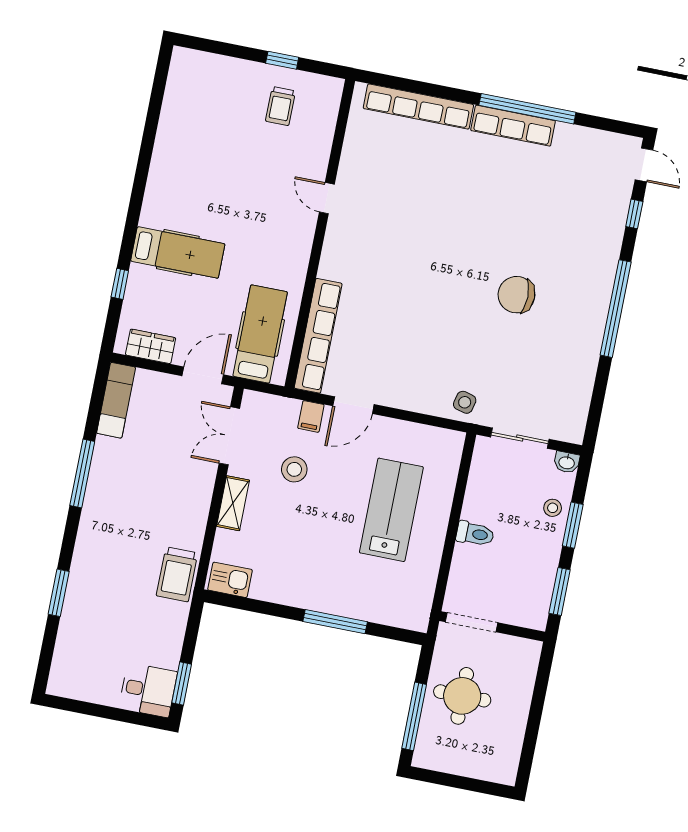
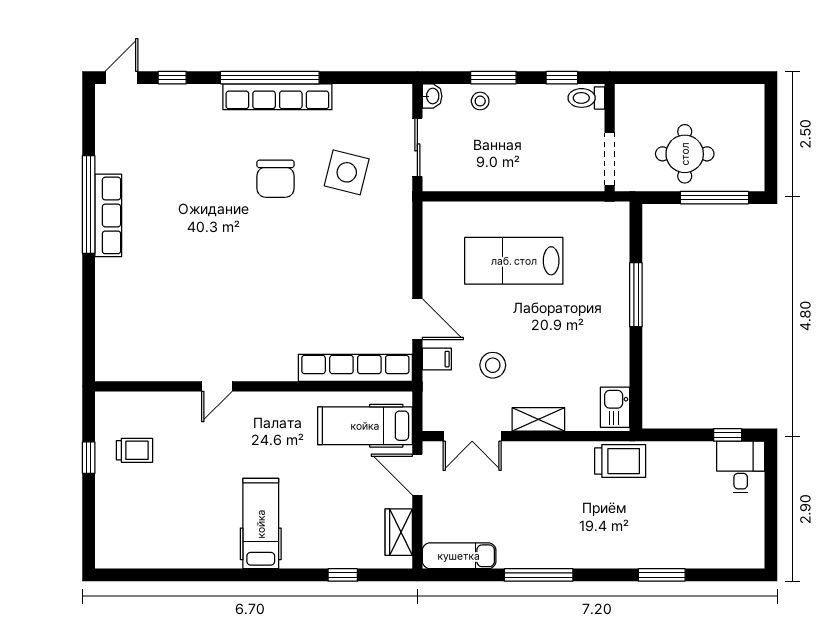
row of seats: (418, 107) -> (277, 97), moved, turned 90
hospital bed: (178, 252) -> (261, 524), moved
side table: (465, 402) -> (347, 172), moved, width x1.87, depth x1.87
toilet: (475, 534) -> (586, 98), moved, turned -90
window: (560, 591) -> (562, 78), width x0.67
window: (182, 683) -> (728, 435), width x0.67

